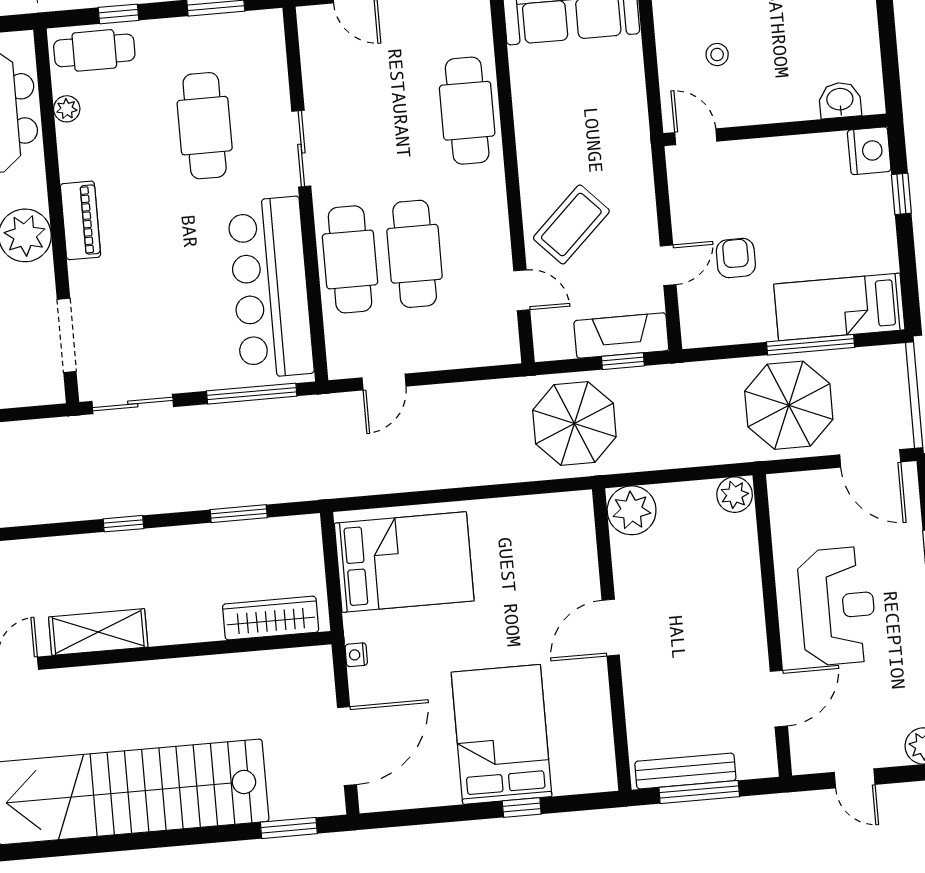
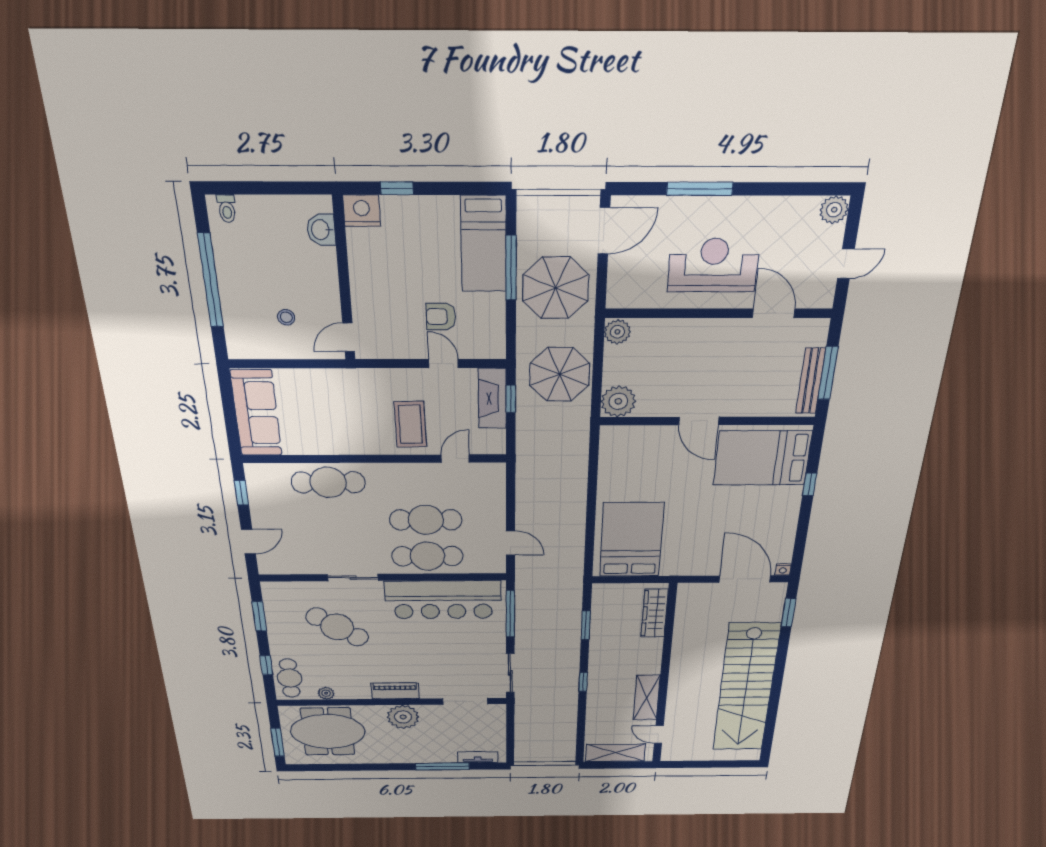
cafe table: (205, 126) -> (337, 627), turned 34
coffee table: (571, 224) -> (410, 424), turned 43
parasol: (574, 423) -> (560, 374), moved
nightstand: (356, 655) -> (783, 570), moved
bed: (502, 734) -> (762, 458), moved

